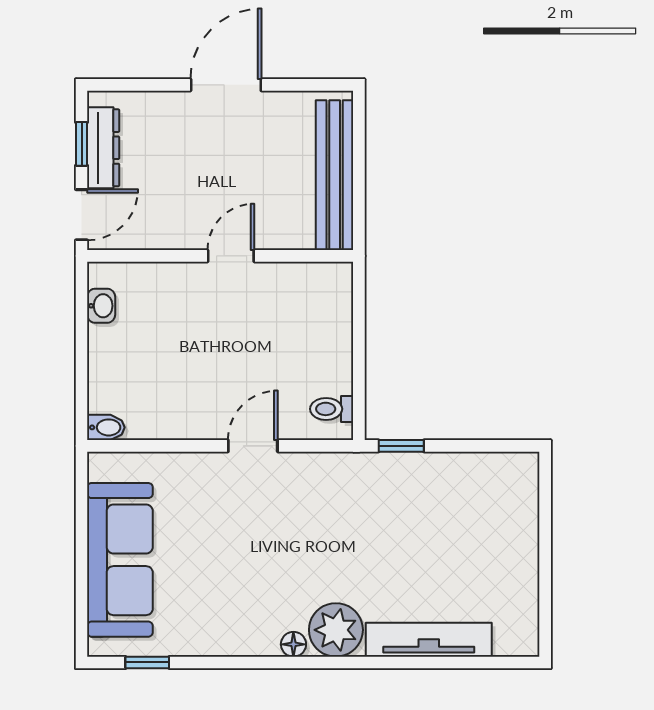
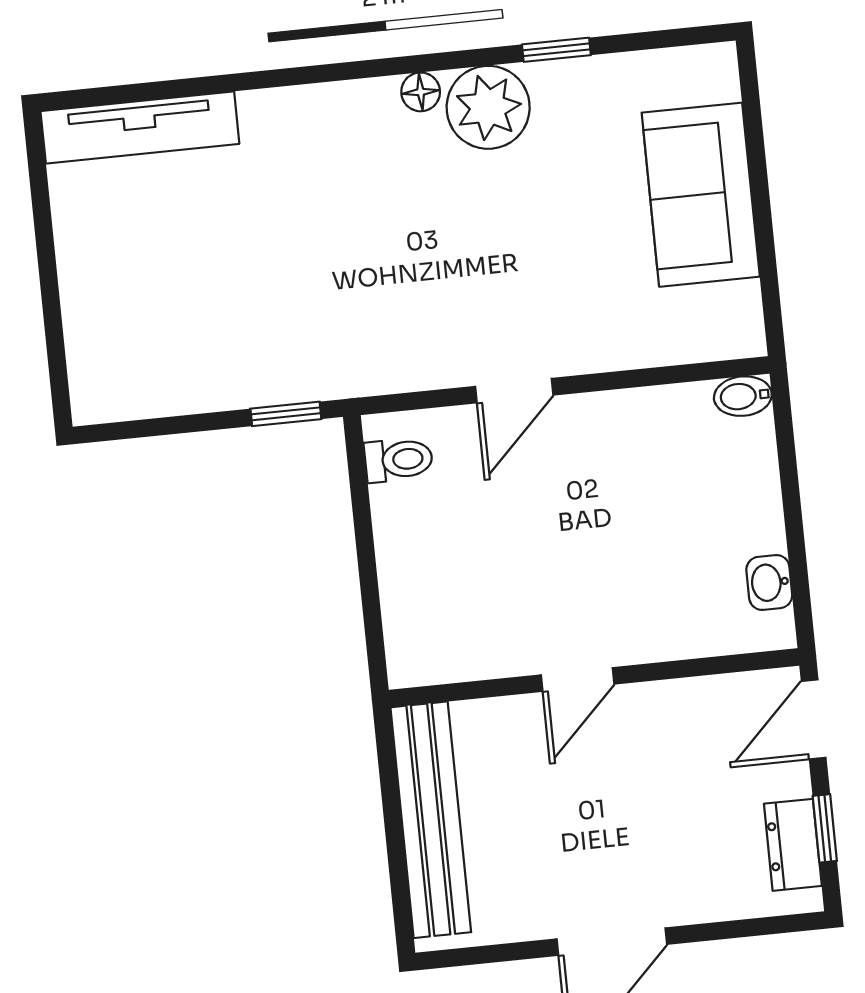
dresser: (103, 148) -> (793, 845), width x0.70
sofa: (120, 560) -> (701, 195), width x0.73
plant: (336, 630) -> (488, 107), moved
tv unit: (429, 640) -> (140, 127), moved
window: (147, 662) -> (556, 50), moved

